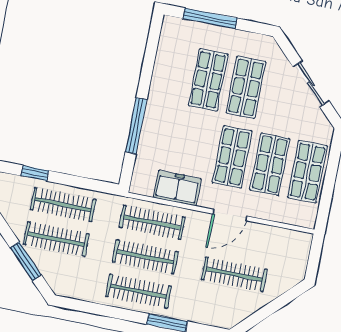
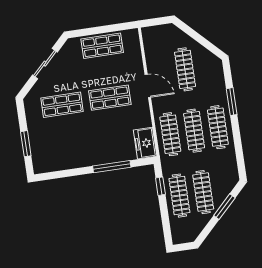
window: (210, 18) -> (26, 144), width x0.69
shop shelf: (208, 80) -> (66, 131), removed
shop shelf: (270, 164) -> (106, 72), removed
window: (35, 173) -> (160, 186), moved
freezer: (177, 188) -> (145, 143), moved

